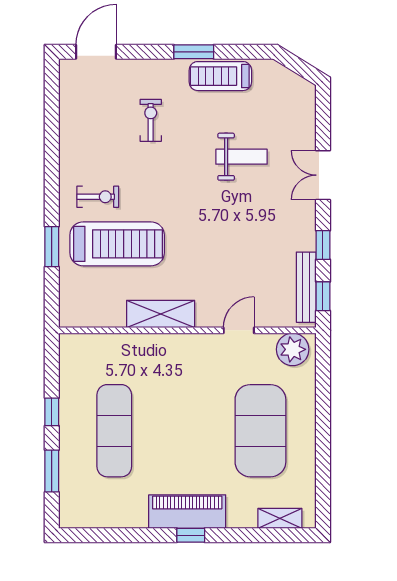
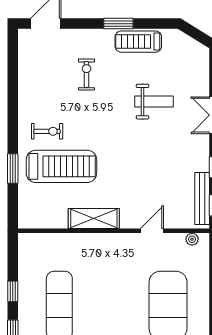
plant: (293, 349) -> (192, 239), width x0.53, depth x0.53

